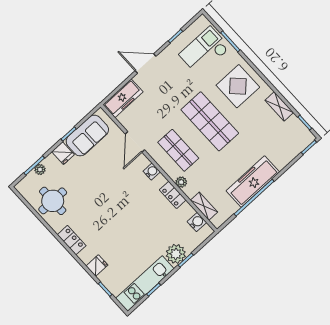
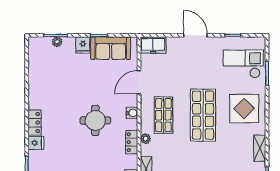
freezer: (123, 98) -> (153, 45), width x0.71
round table: (53, 201) -> (95, 120), moved
locker: (72, 240) -> (35, 123), moved

